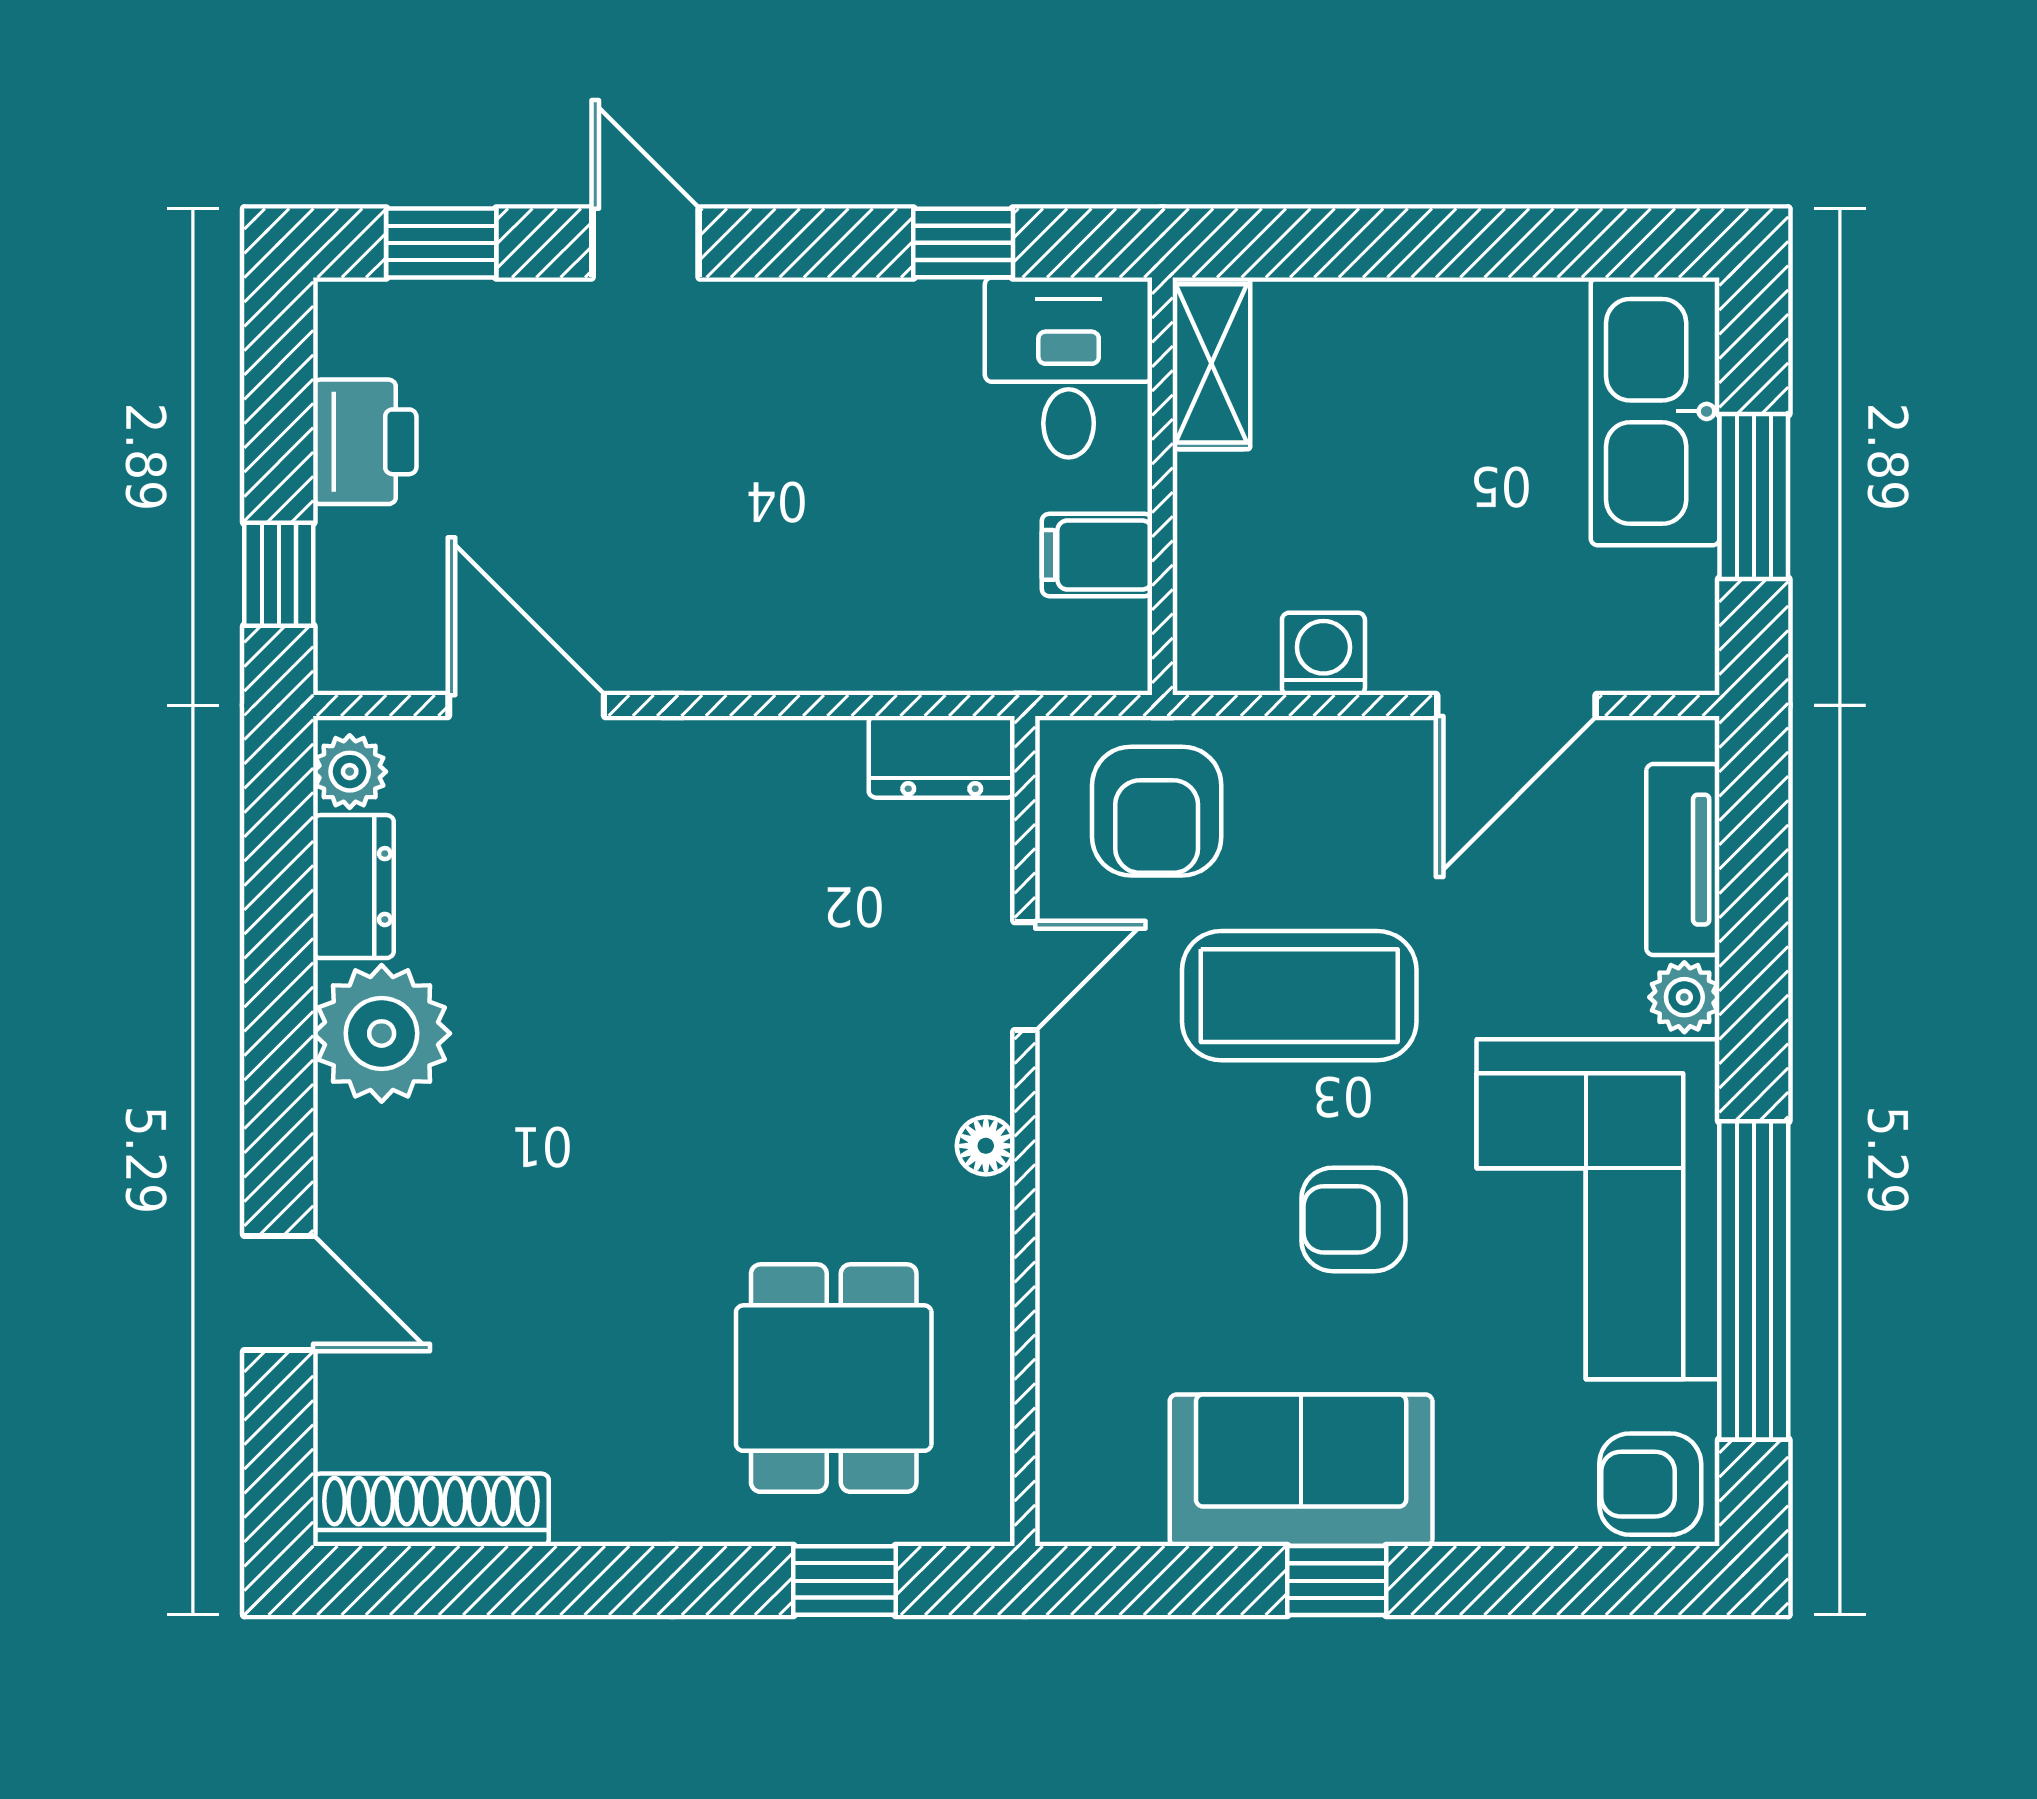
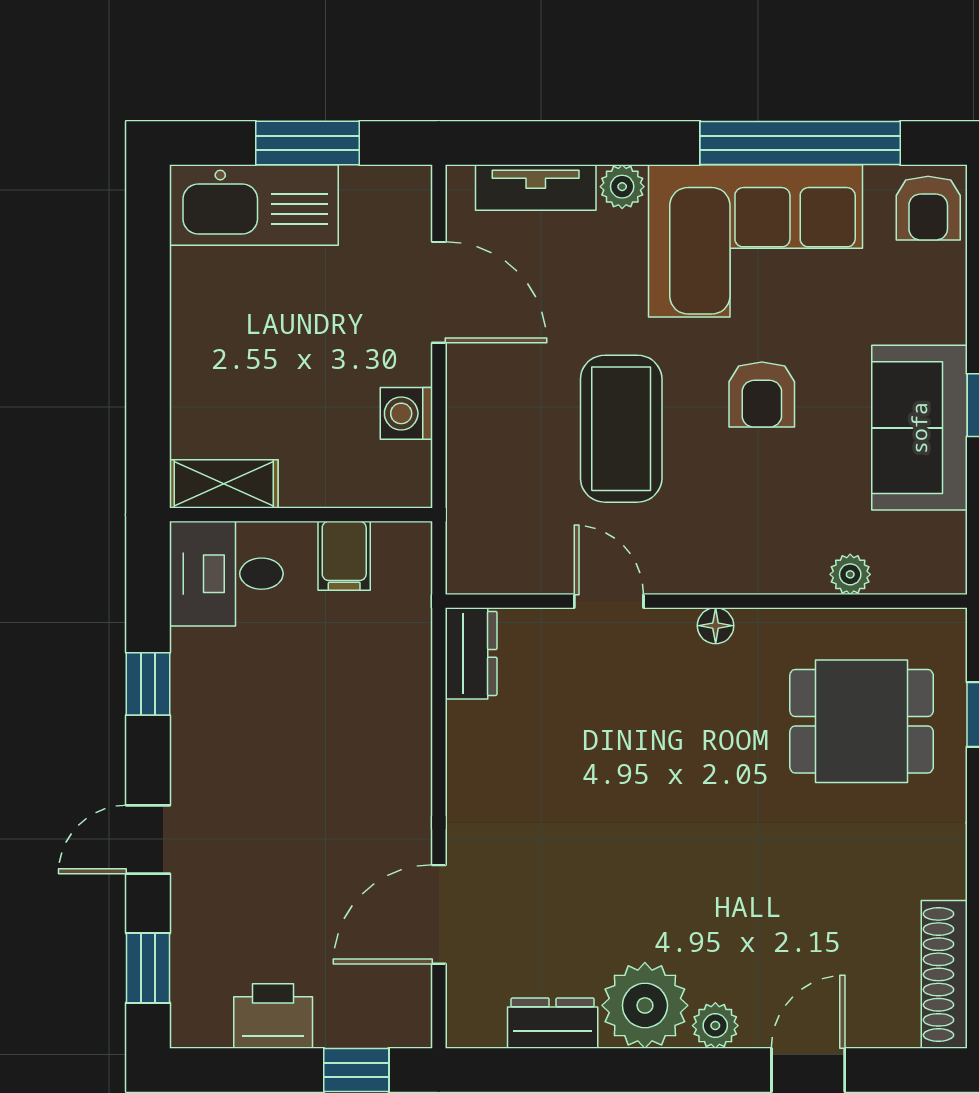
window: (963, 243) -> (148, 684), moved
plant: (350, 772) -> (715, 1026), moved
armchair: (1157, 811) -> (505, 518), removed
plant: (1067, 1360) -> (850, 574), added

